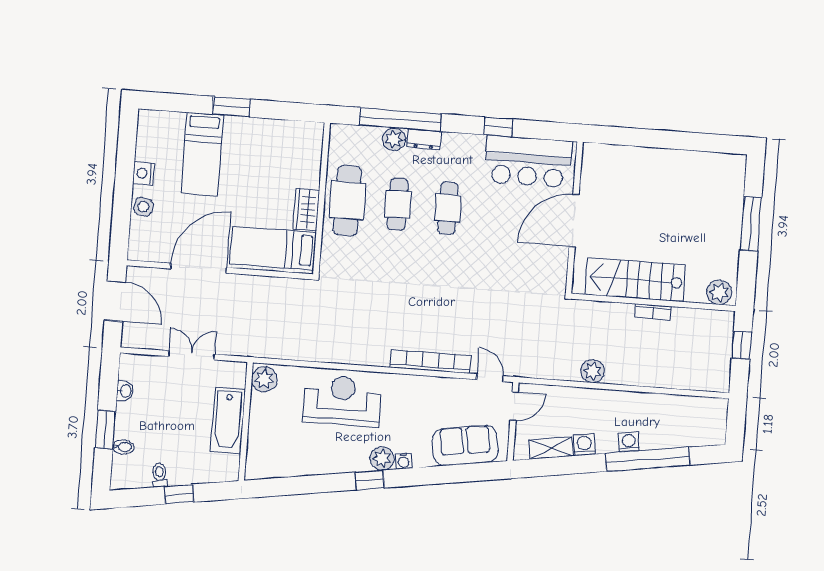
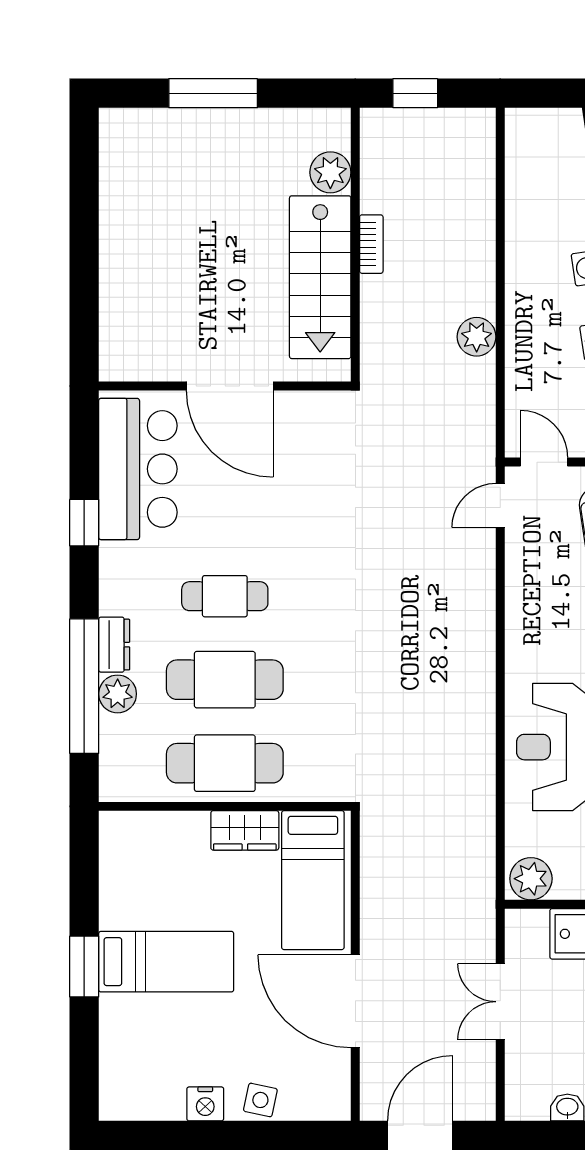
bed: (202, 154) -> (166, 962), moved
cafe table: (398, 204) -> (225, 680), width x1.37, depth x1.35
plant: (719, 292) -> (330, 172), moved
bookcase: (431, 362) -> (481, 606), removed

